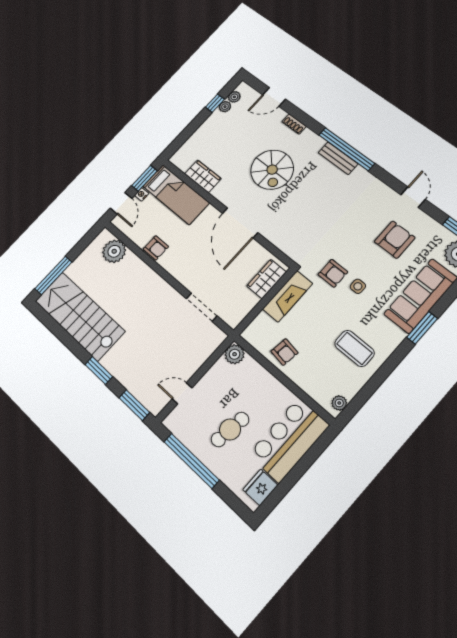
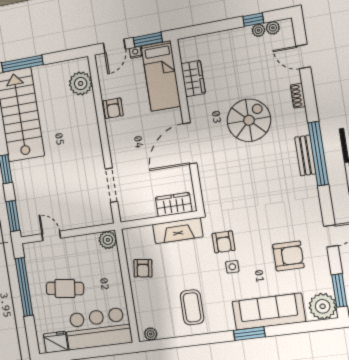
spiral stairs: (272, 170) -> (249, 120), turned 180

